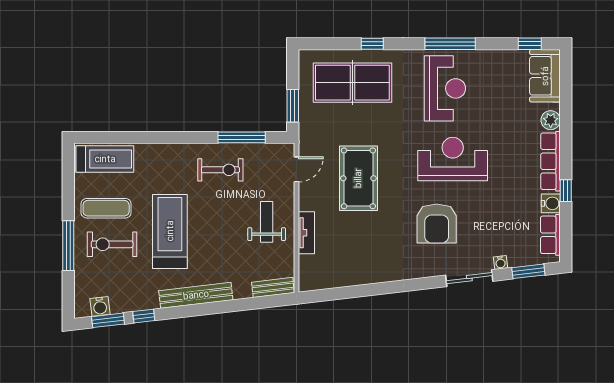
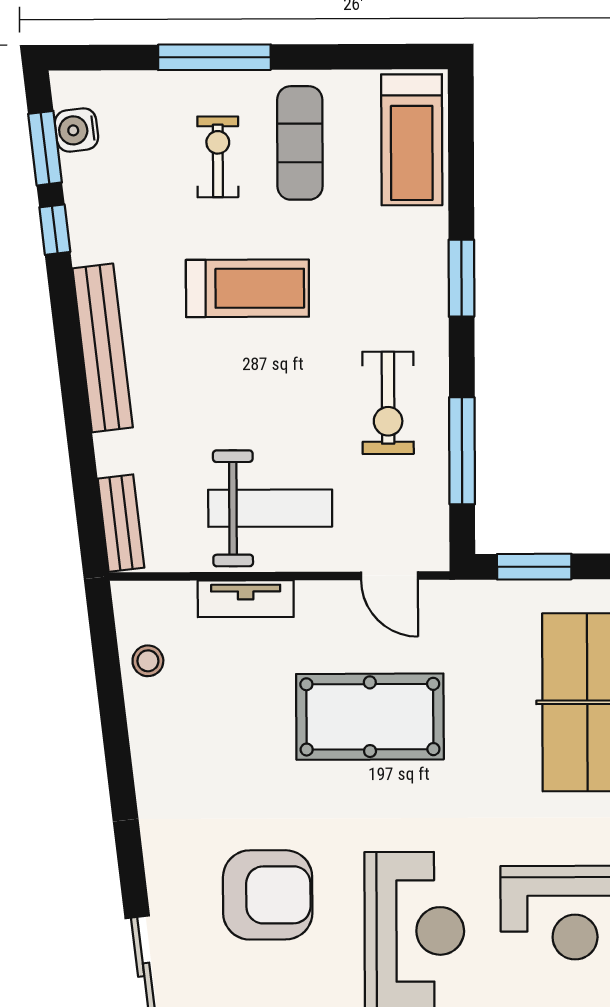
window: (166, 137) -> (461, 278), added
weight bench: (267, 222) -> (270, 508), width x1.36, depth x1.33
armchair: (437, 224) -> (268, 895), turned 180
treadmill: (170, 231) -> (247, 288), width x0.73, depth x0.73
exercise bike: (112, 244) -> (218, 157), width x0.73, depth x0.72
stool: (334, 276) -> (148, 661), added

